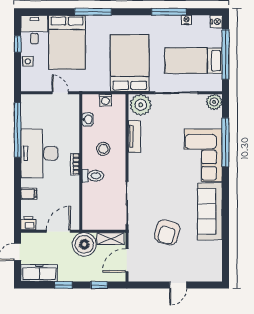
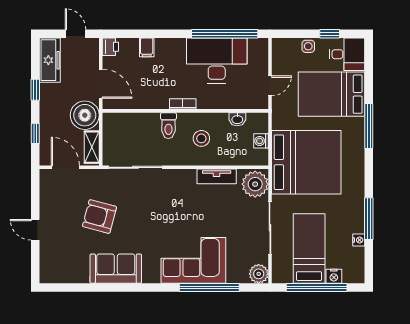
nightstand: (216, 22) -> (334, 276), moved
bed: (130, 63) -> (306, 162), width x1.36
desk: (39, 153) -> (217, 61), moved
sofa: (210, 211) -> (116, 269), width x0.73

